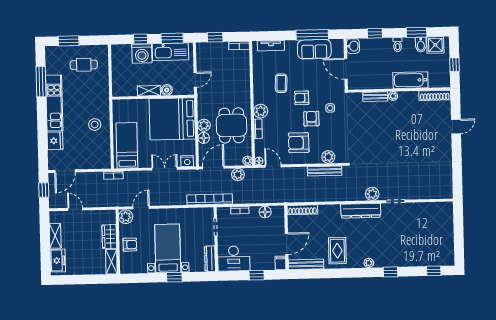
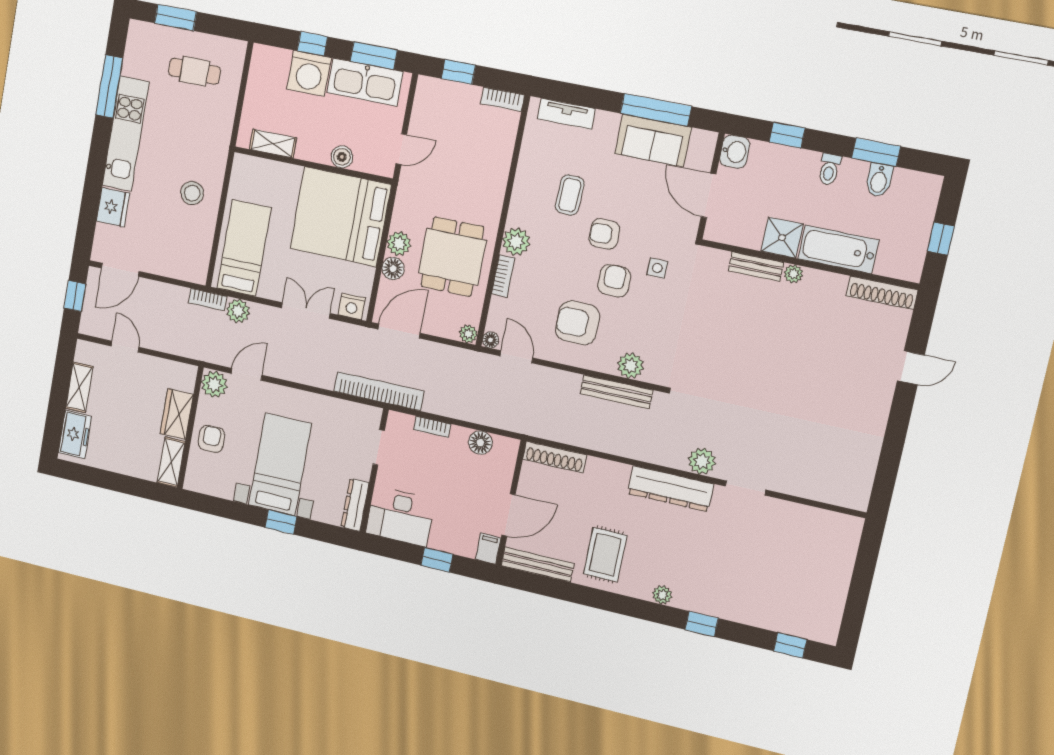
shower: (435, 45) -> (782, 238), moved
shelving: (149, 91) -> (273, 144), moved
plant: (238, 175) -> (238, 311), moved
armchair: (130, 245) -> (211, 439), turned -90

